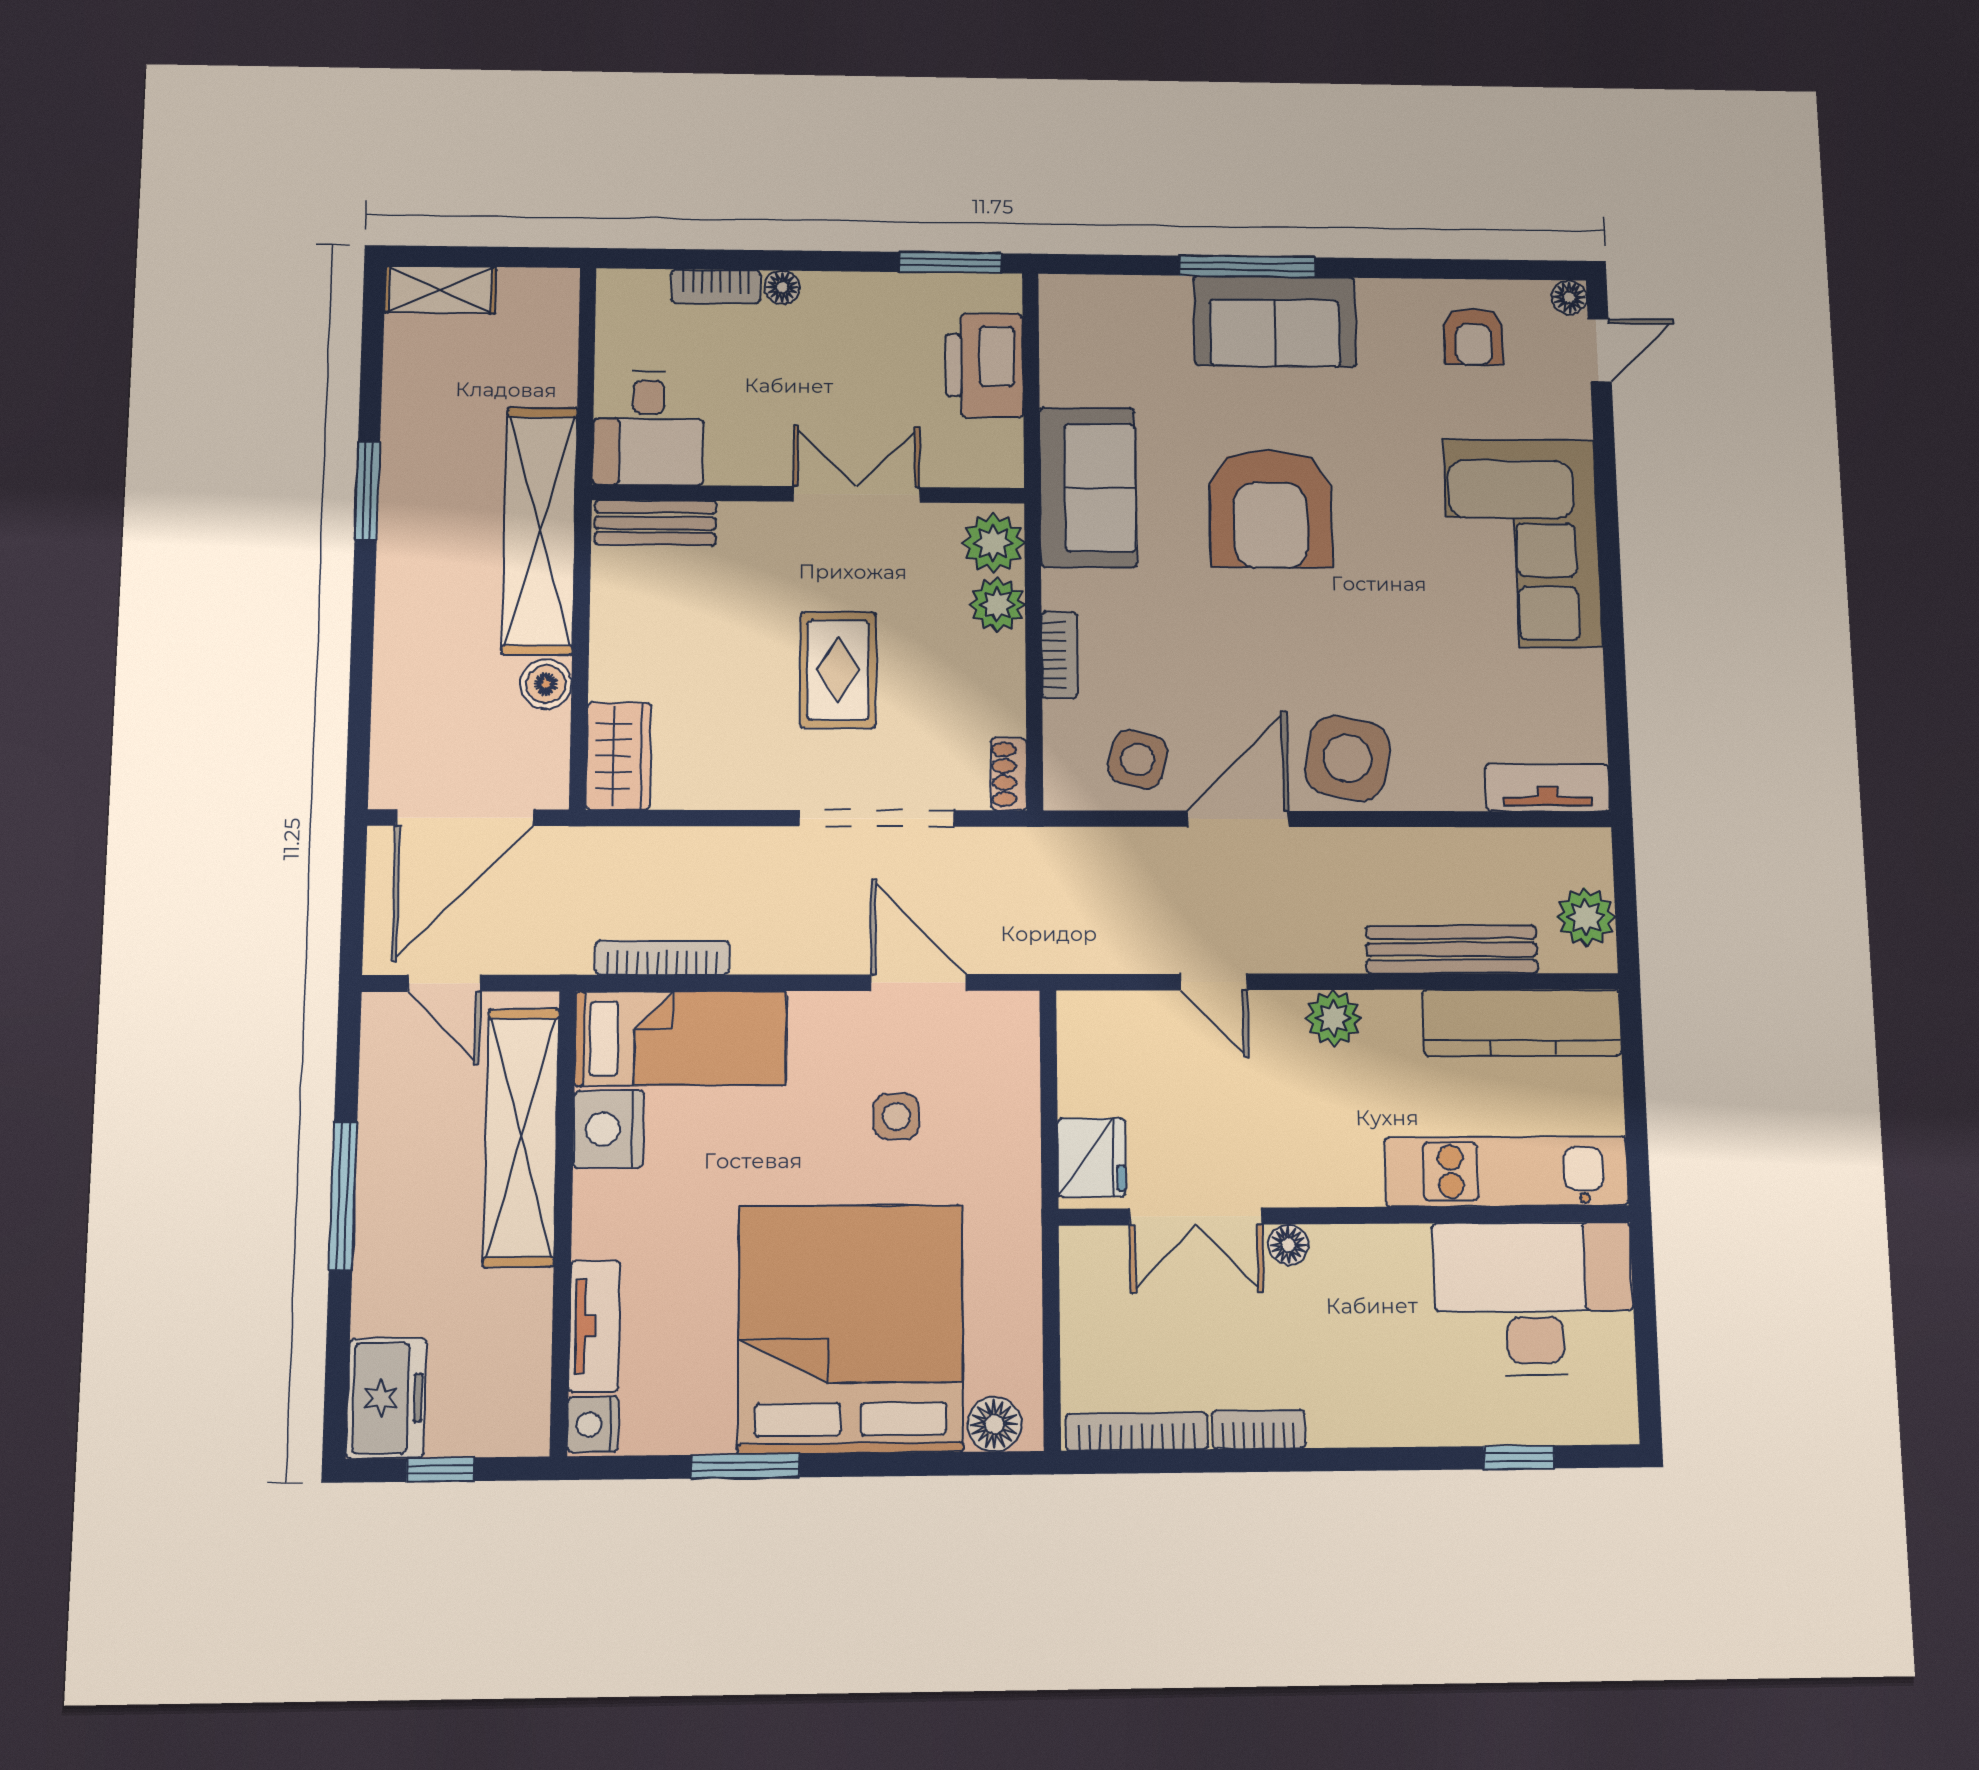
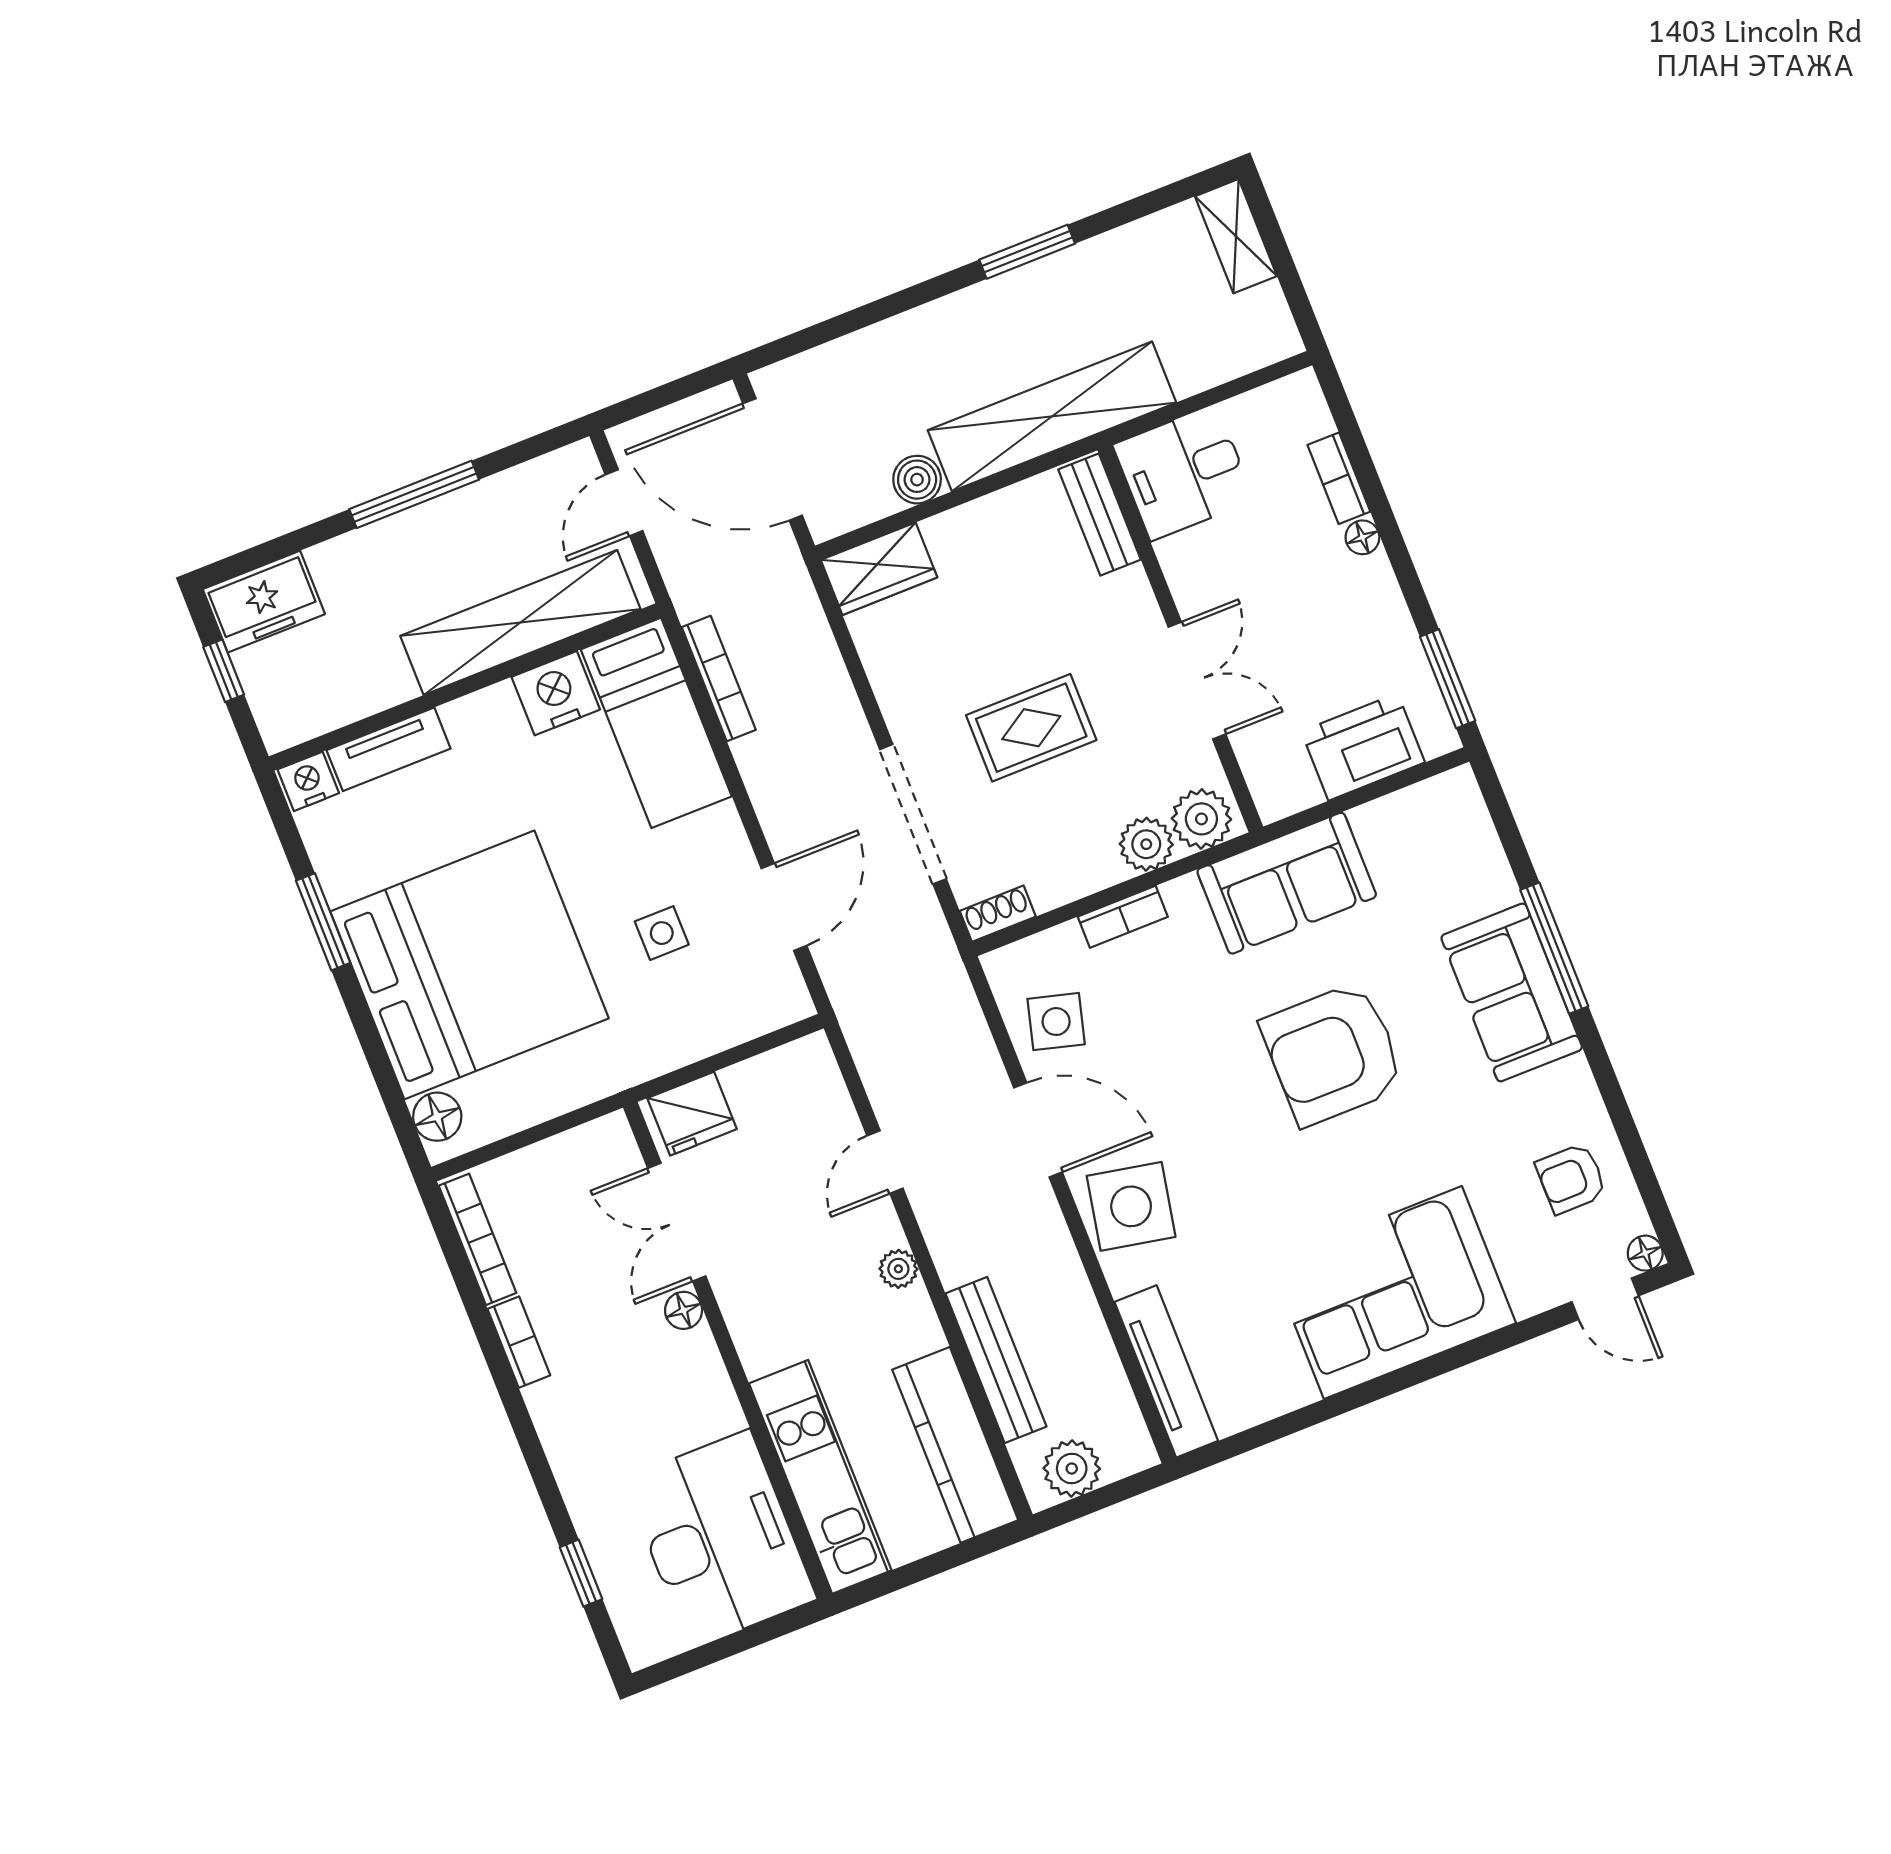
tv unit: (1548, 788) -> (1166, 1371), width x1.41
plant: (1333, 1018) -> (898, 1269), width x0.73, depth x0.73

